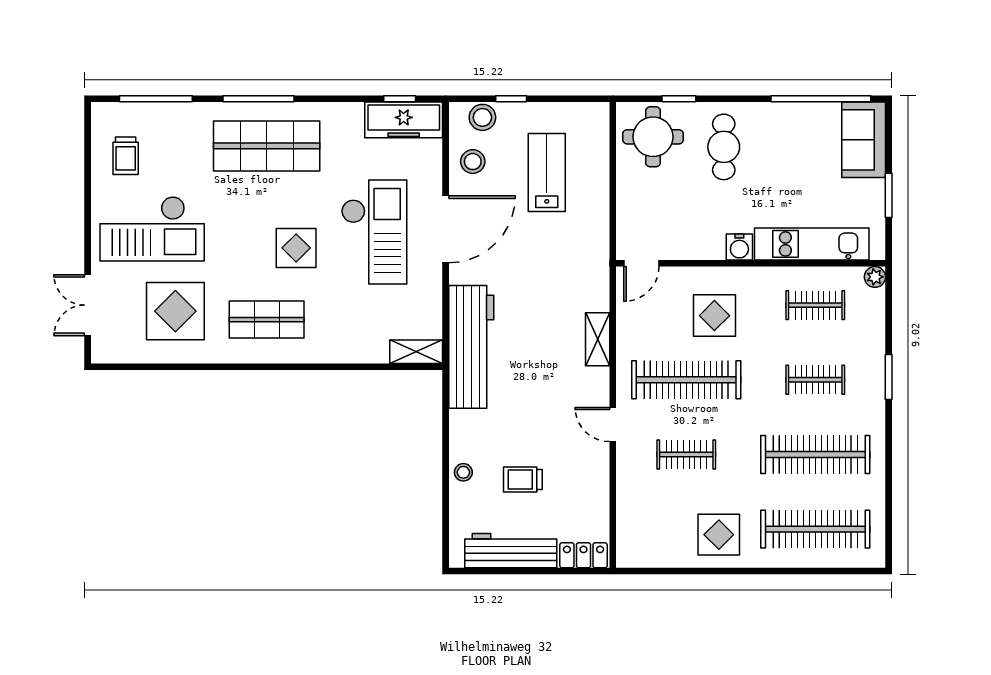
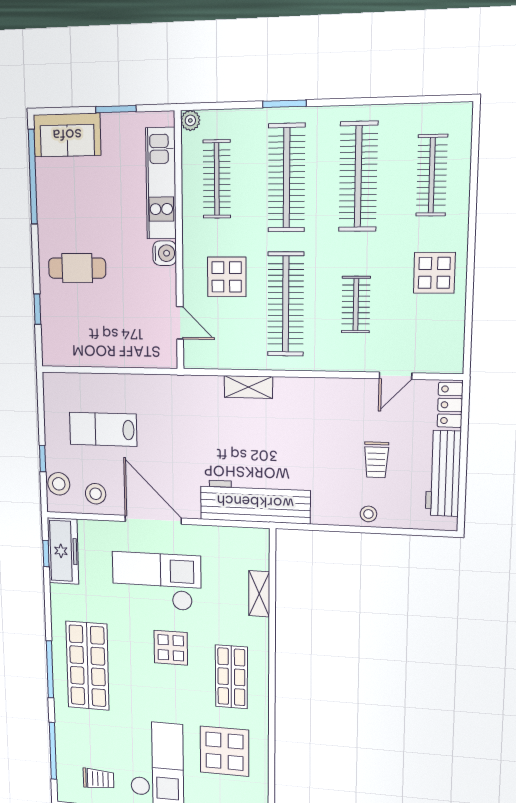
round table: (653, 137) -> (70, 333), removed
door: (641, 263) -> (180, 323), moved
clothes rail: (815, 305) -> (217, 179), width x1.36
shelving: (416, 352) -> (259, 594), moved
clothes rail: (815, 380) -> (287, 178), width x1.86, depth x1.31
door: (613, 425) -> (396, 376), moved
clothes rail: (815, 529) -> (432, 175), width x0.73, depth x0.76

